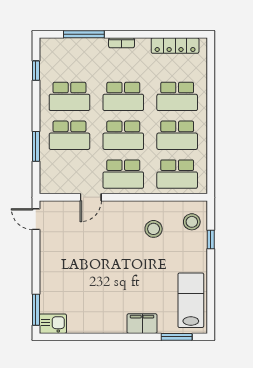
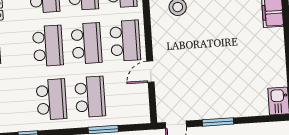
door: (91, 197) -> (150, 72), swing flipped
window: (36, 310) -> (218, 122), moved

